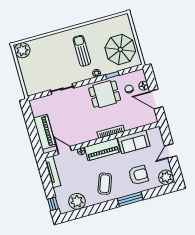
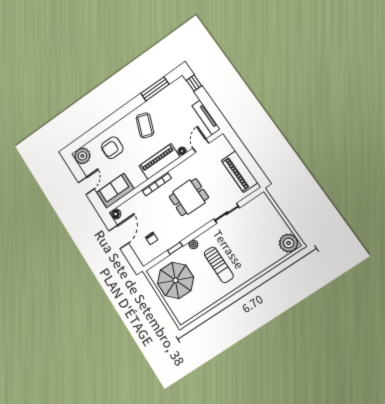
floor lamp: (143, 86) -> (116, 214), moved
dining table: (105, 94) -> (189, 197), moved
door: (156, 99) -> (119, 237), hinge flipped
piano: (45, 132) -> (240, 172), moved
sofa: (134, 142) -> (115, 191), moved
door: (64, 150) -> (201, 146), swing flipped
window: (130, 199) -> (155, 89), moved
plant: (77, 201) -> (169, 95), removed

